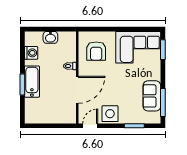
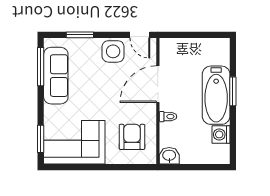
washbasin: (50, 37) -> (169, 156), moved
bathtub: (32, 82) -> (216, 95), width x1.36, depth x1.36
sofa: (152, 96) -> (56, 76), width x1.36
door: (90, 126) -> (140, 35), hinge flipped

